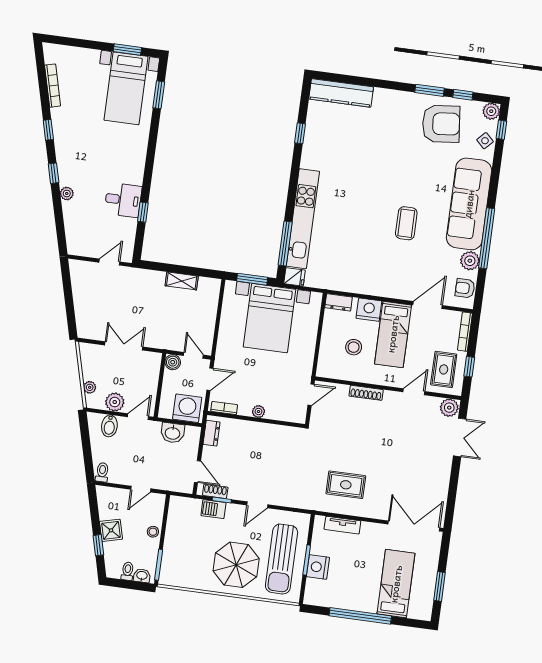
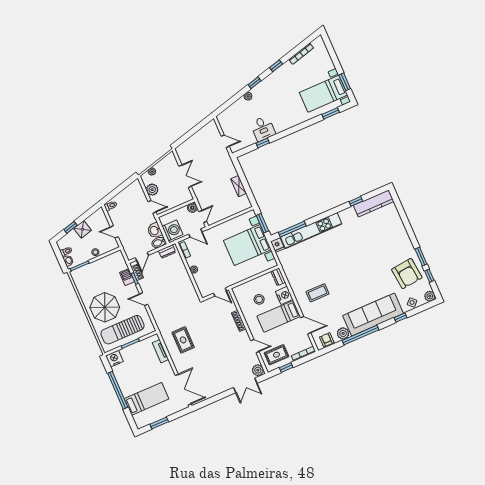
kitchen counter: (341, 93) -> (374, 203), moved, turned -90
window: (501, 130) -> (401, 318), moved
coffee table: (406, 223) -> (318, 293), moved
bidet: (109, 426) -> (159, 242), moved
nightstand: (318, 567) -> (114, 359), moved

